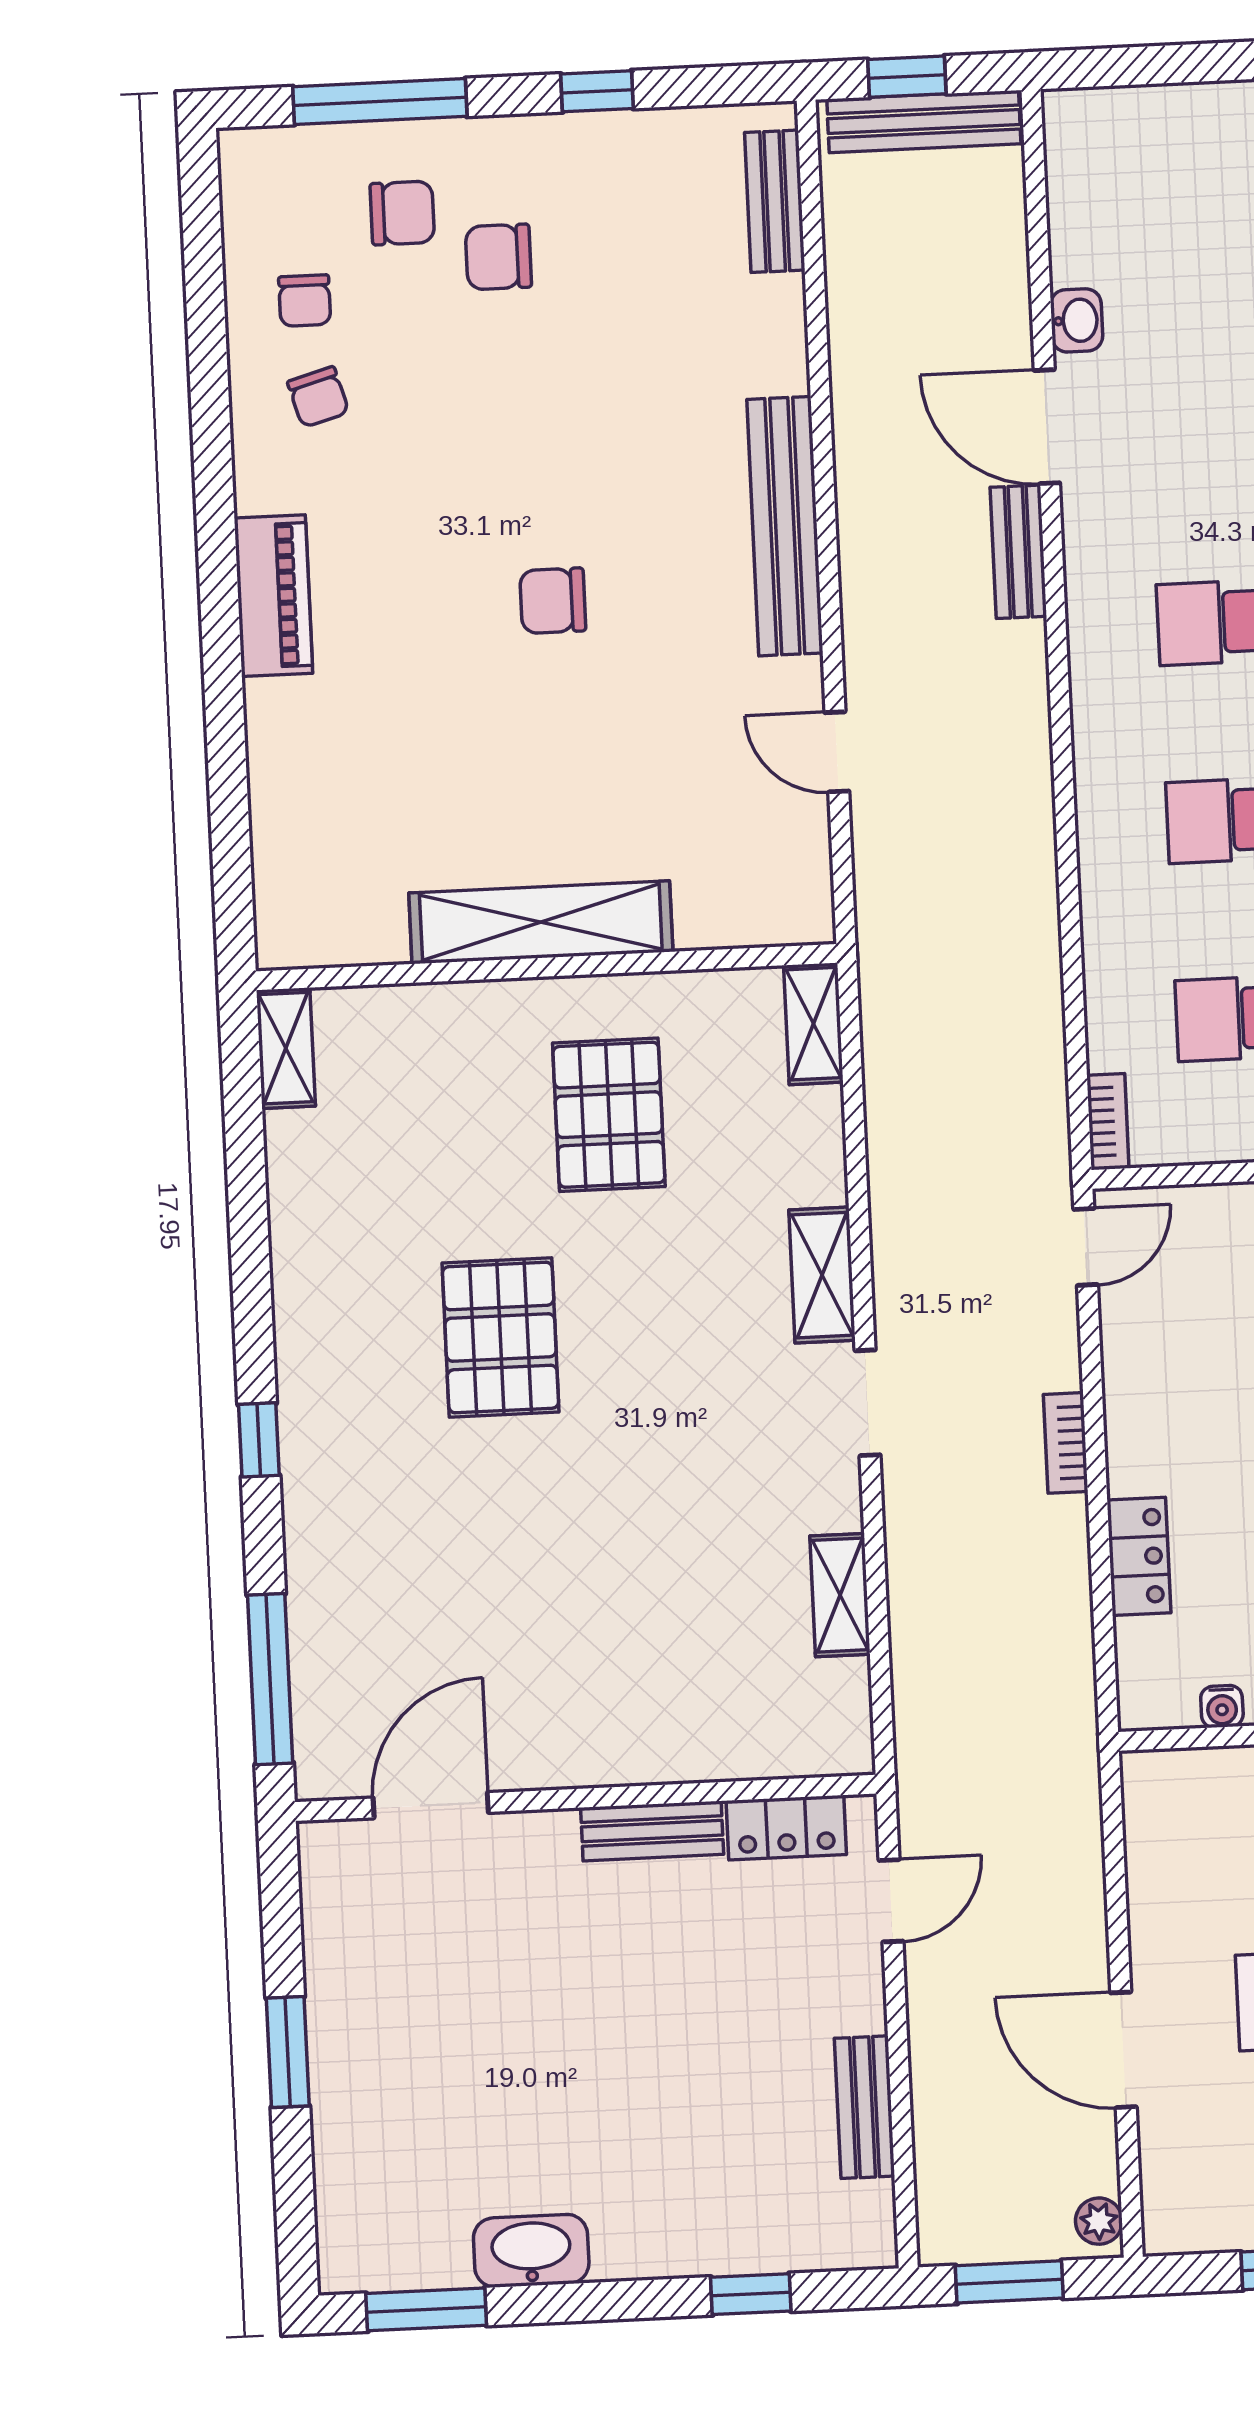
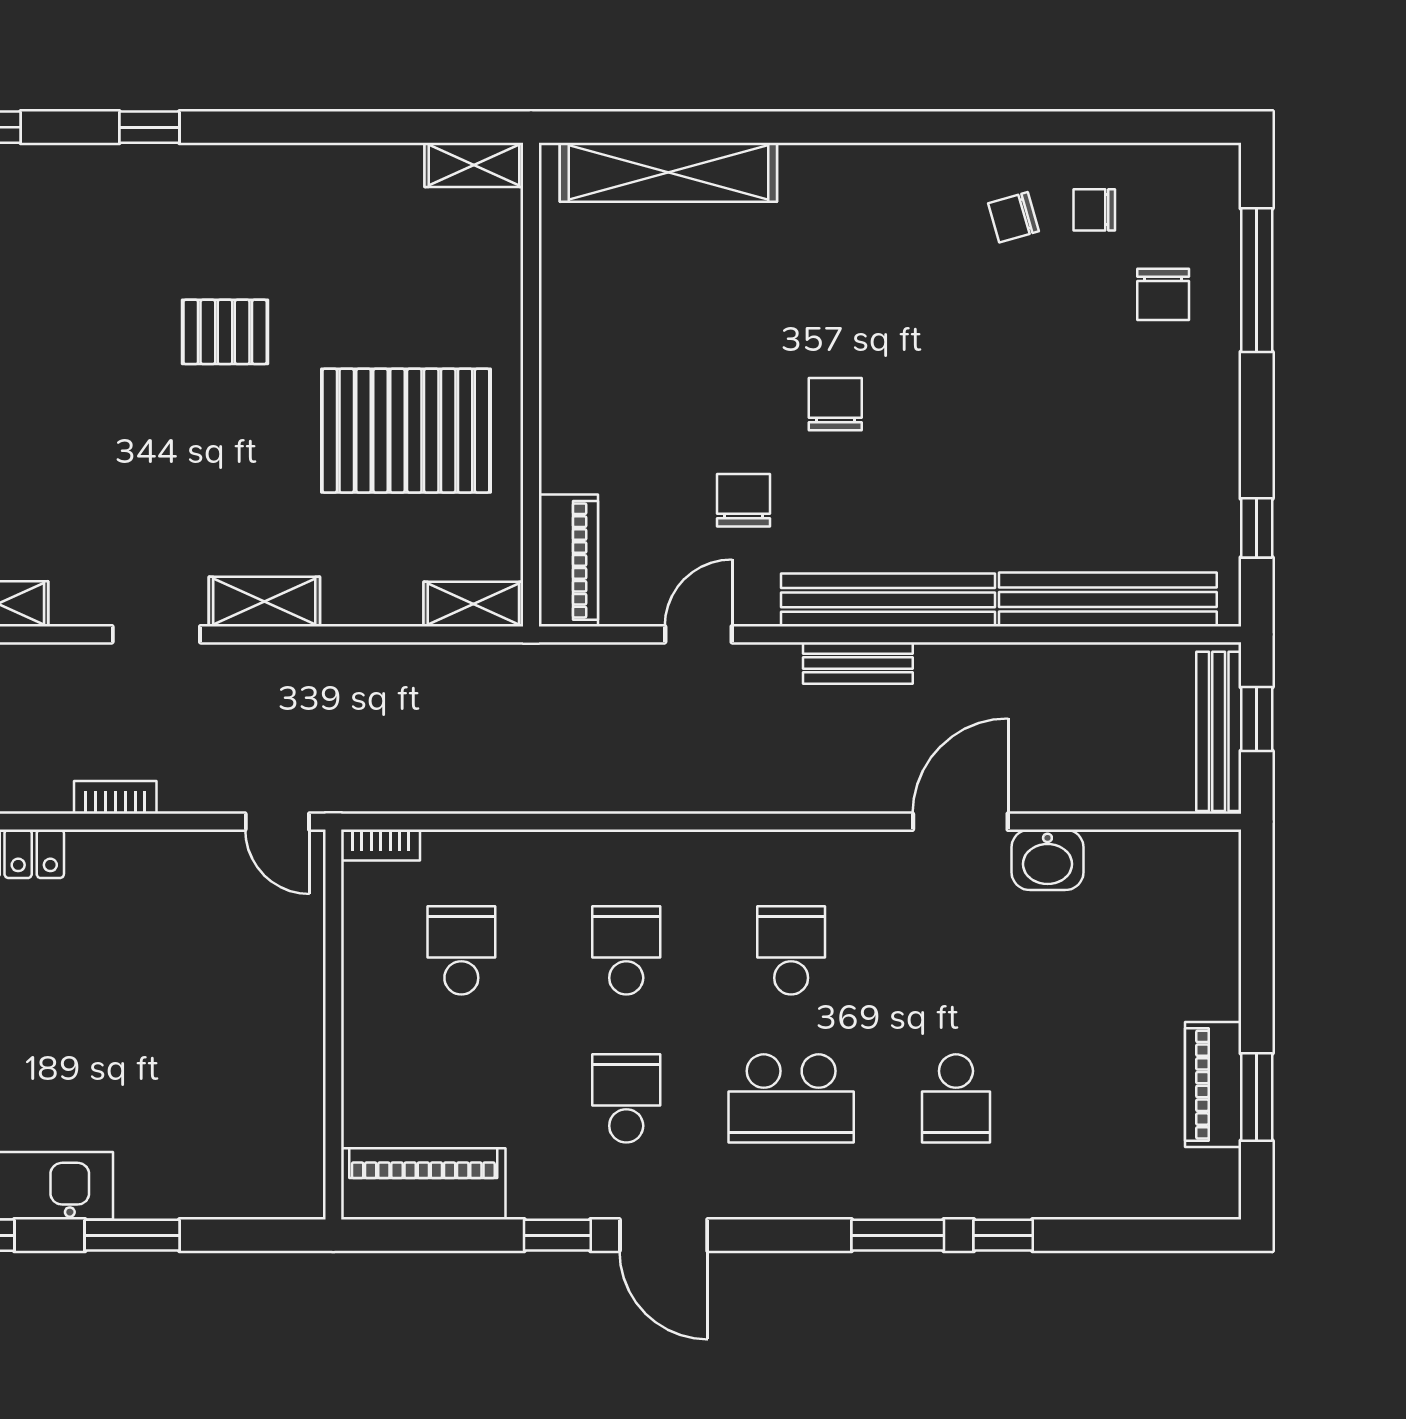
window: (597, 91) -> (1257, 528), moved
bench: (775, 201) -> (1108, 599), width x1.86, depth x1.21
chair: (498, 257) -> (744, 500), moved
washbasin: (1077, 320) -> (1047, 860), width x1.38, depth x1.45
bench: (1018, 552) -> (858, 663), moved
piano: (273, 596) -> (568, 560), moved, turned -90
shelving: (541, 922) -> (668, 172), moved, turned 90
pallet: (609, 1115) -> (406, 431), width x1.37, depth x1.41
pallet: (501, 1337) -> (225, 332), width x0.67, depth x0.71

